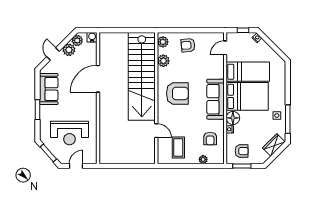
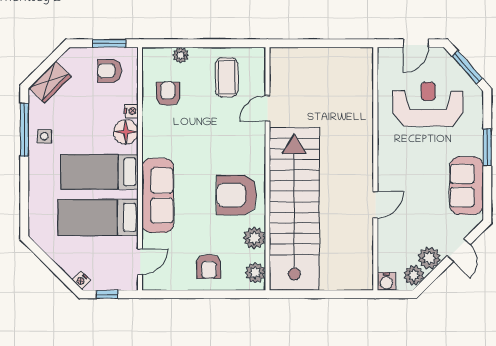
armchair: (188, 45) -> (209, 267), turned 95
door: (98, 79) -> (375, 205), width x0.53
armchair: (177, 93) -> (237, 195), moved
bed: (247, 96) -> (99, 172), width x0.67
sofa: (216, 99) -> (158, 196), moved
door: (156, 131) -> (267, 108), hinge flipped

